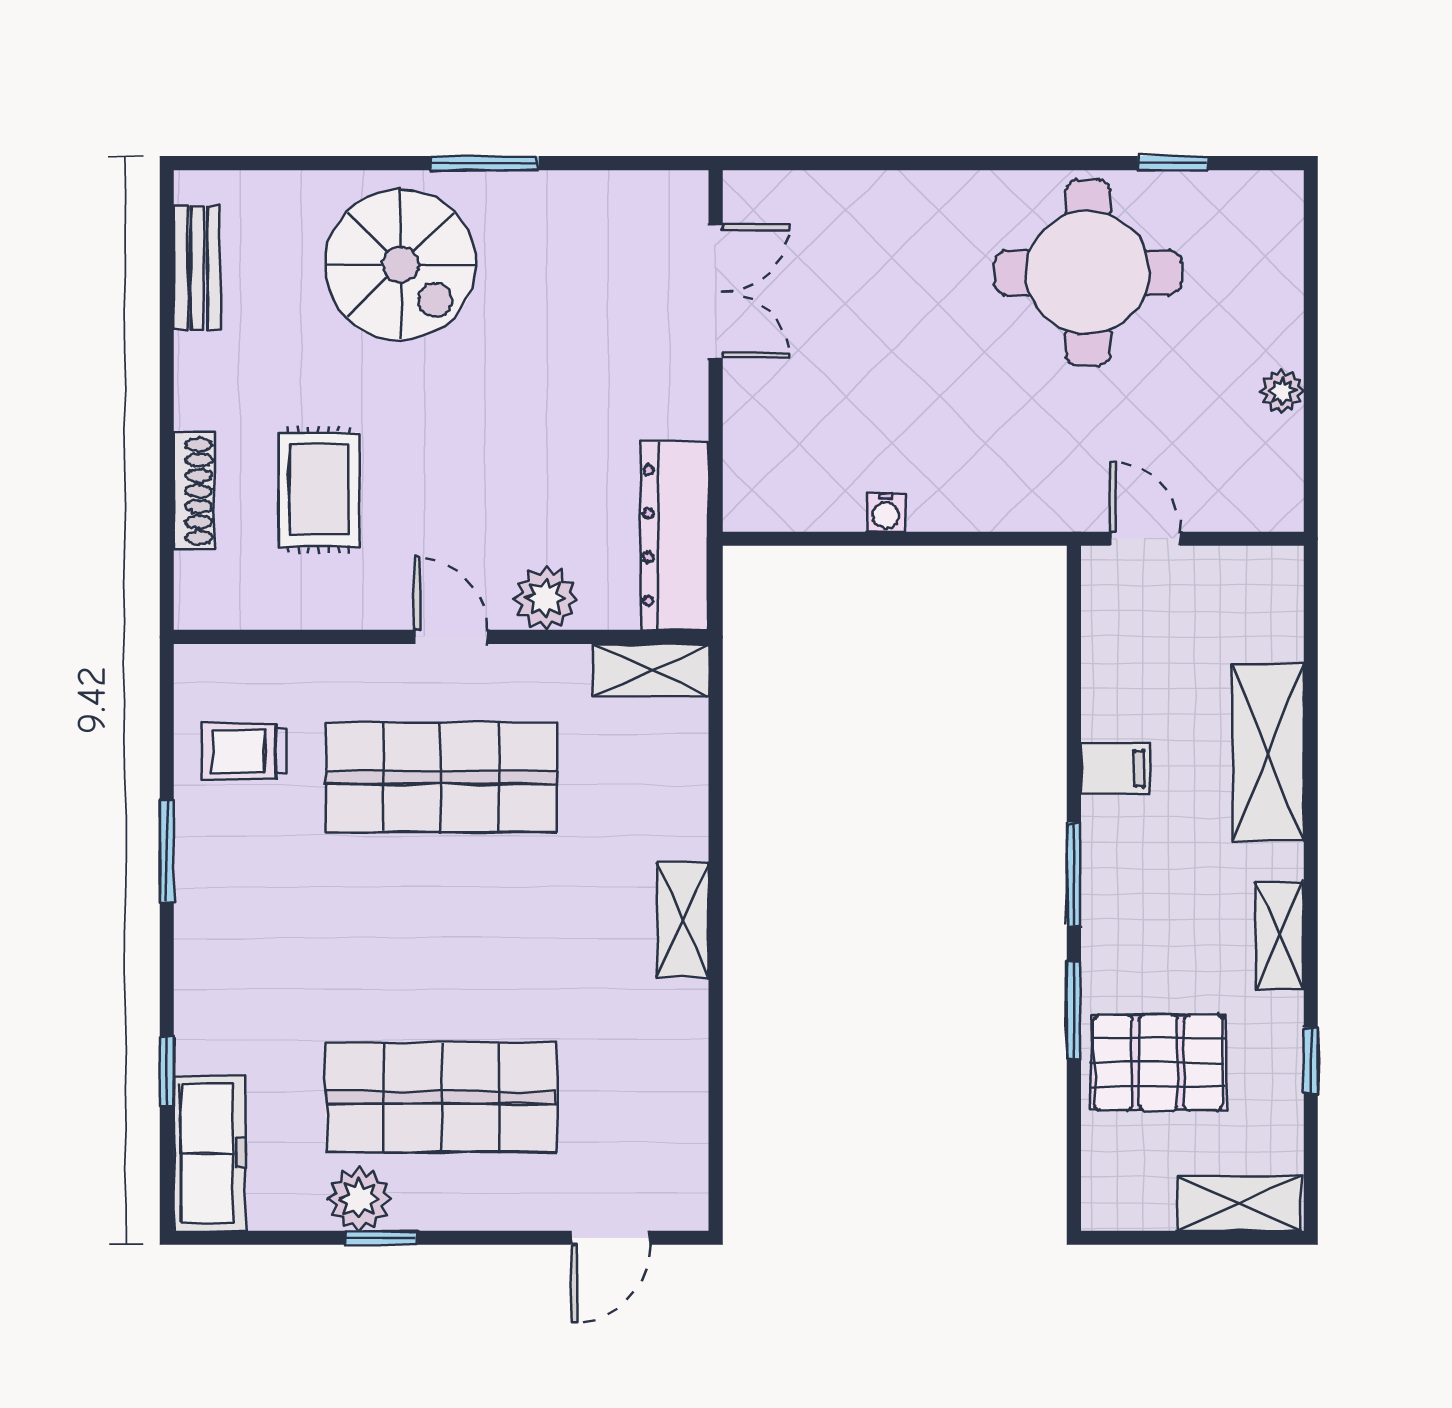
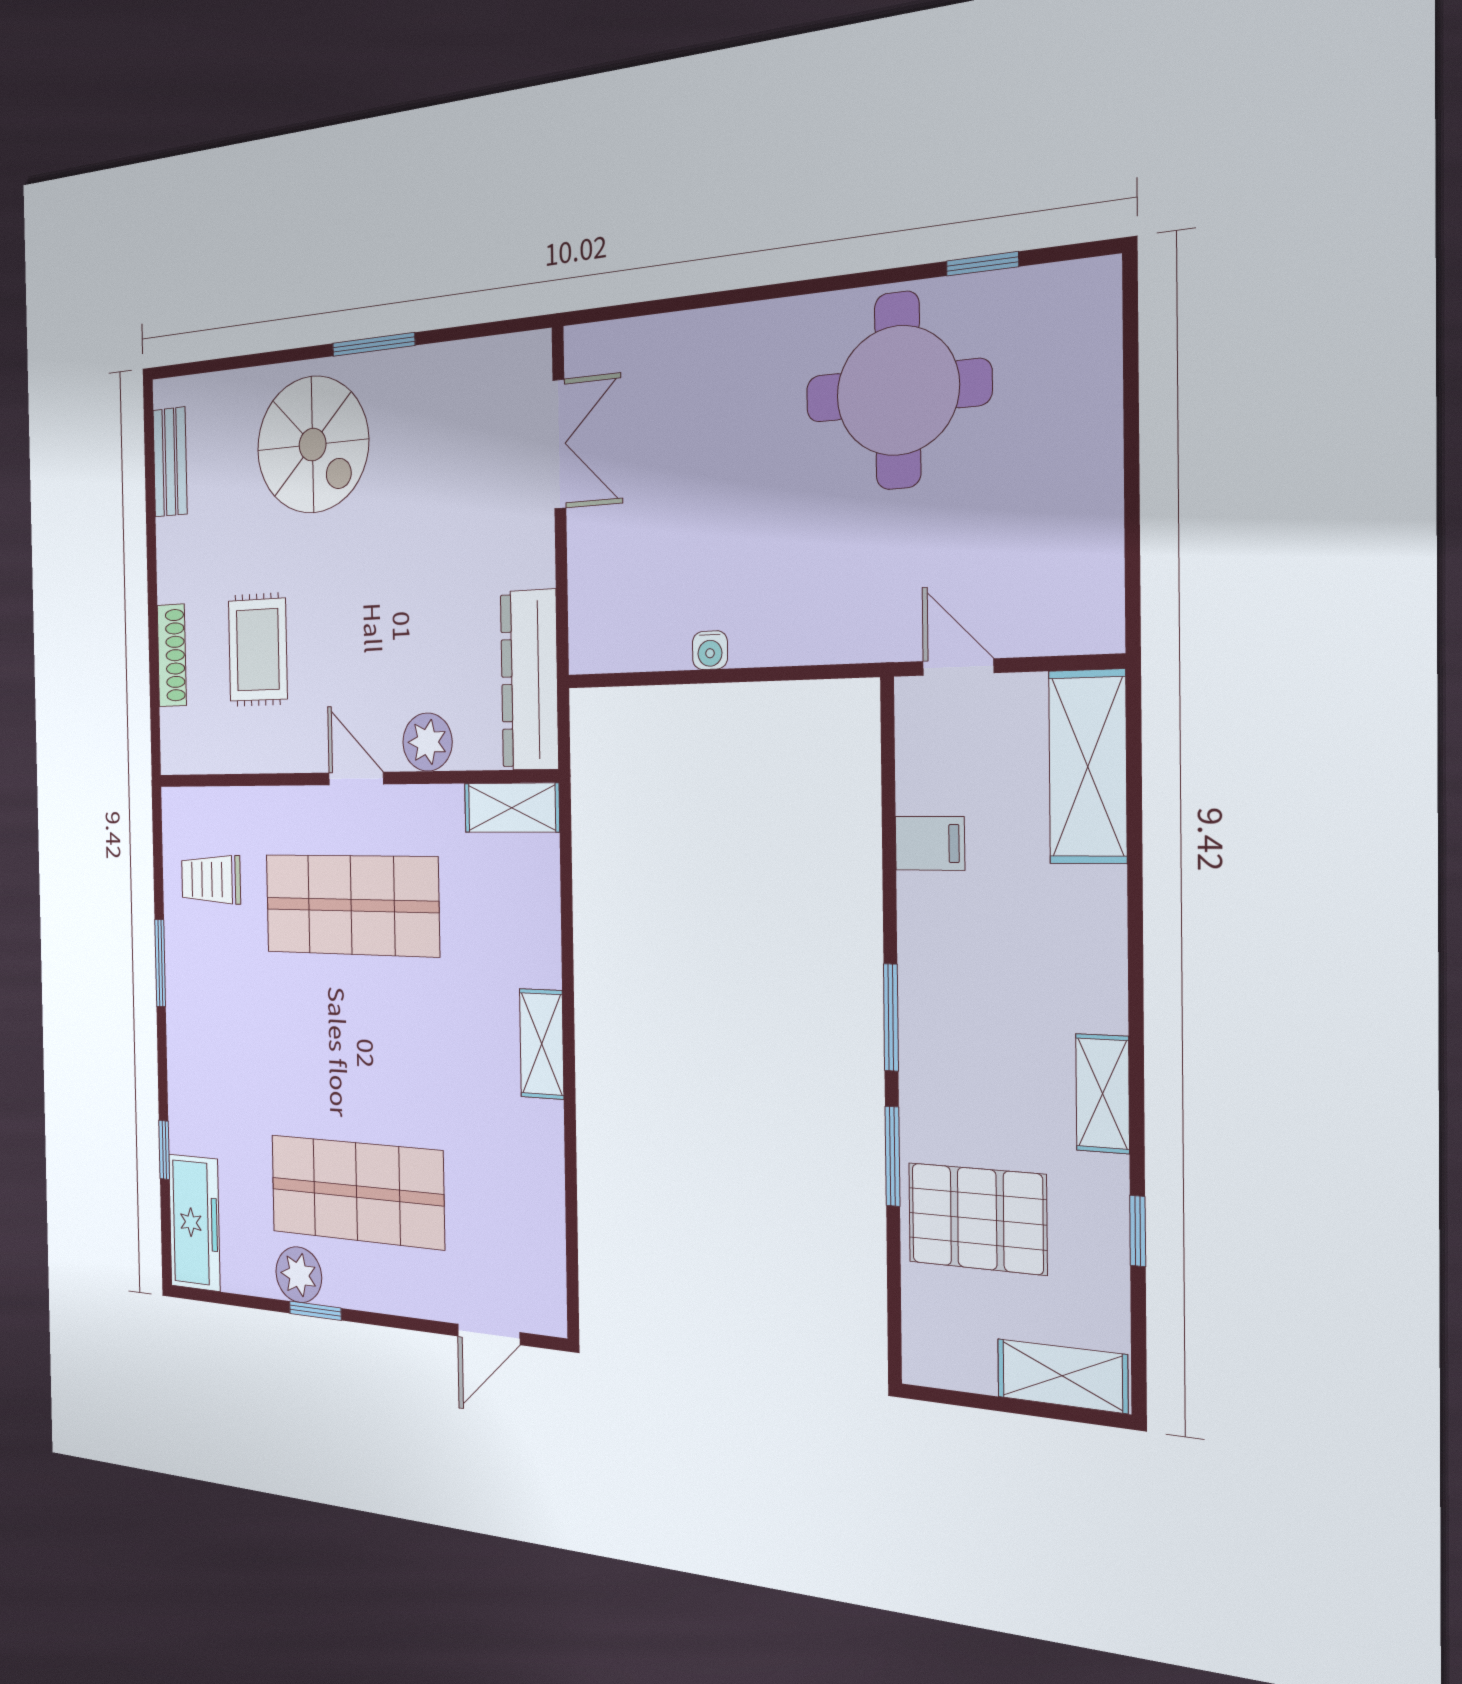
plant: (1282, 391) -> (1101, 500), removed
shelving: (1268, 752) -> (1088, 767), moved
filing cabinet: (1115, 768) -> (930, 843), moved

